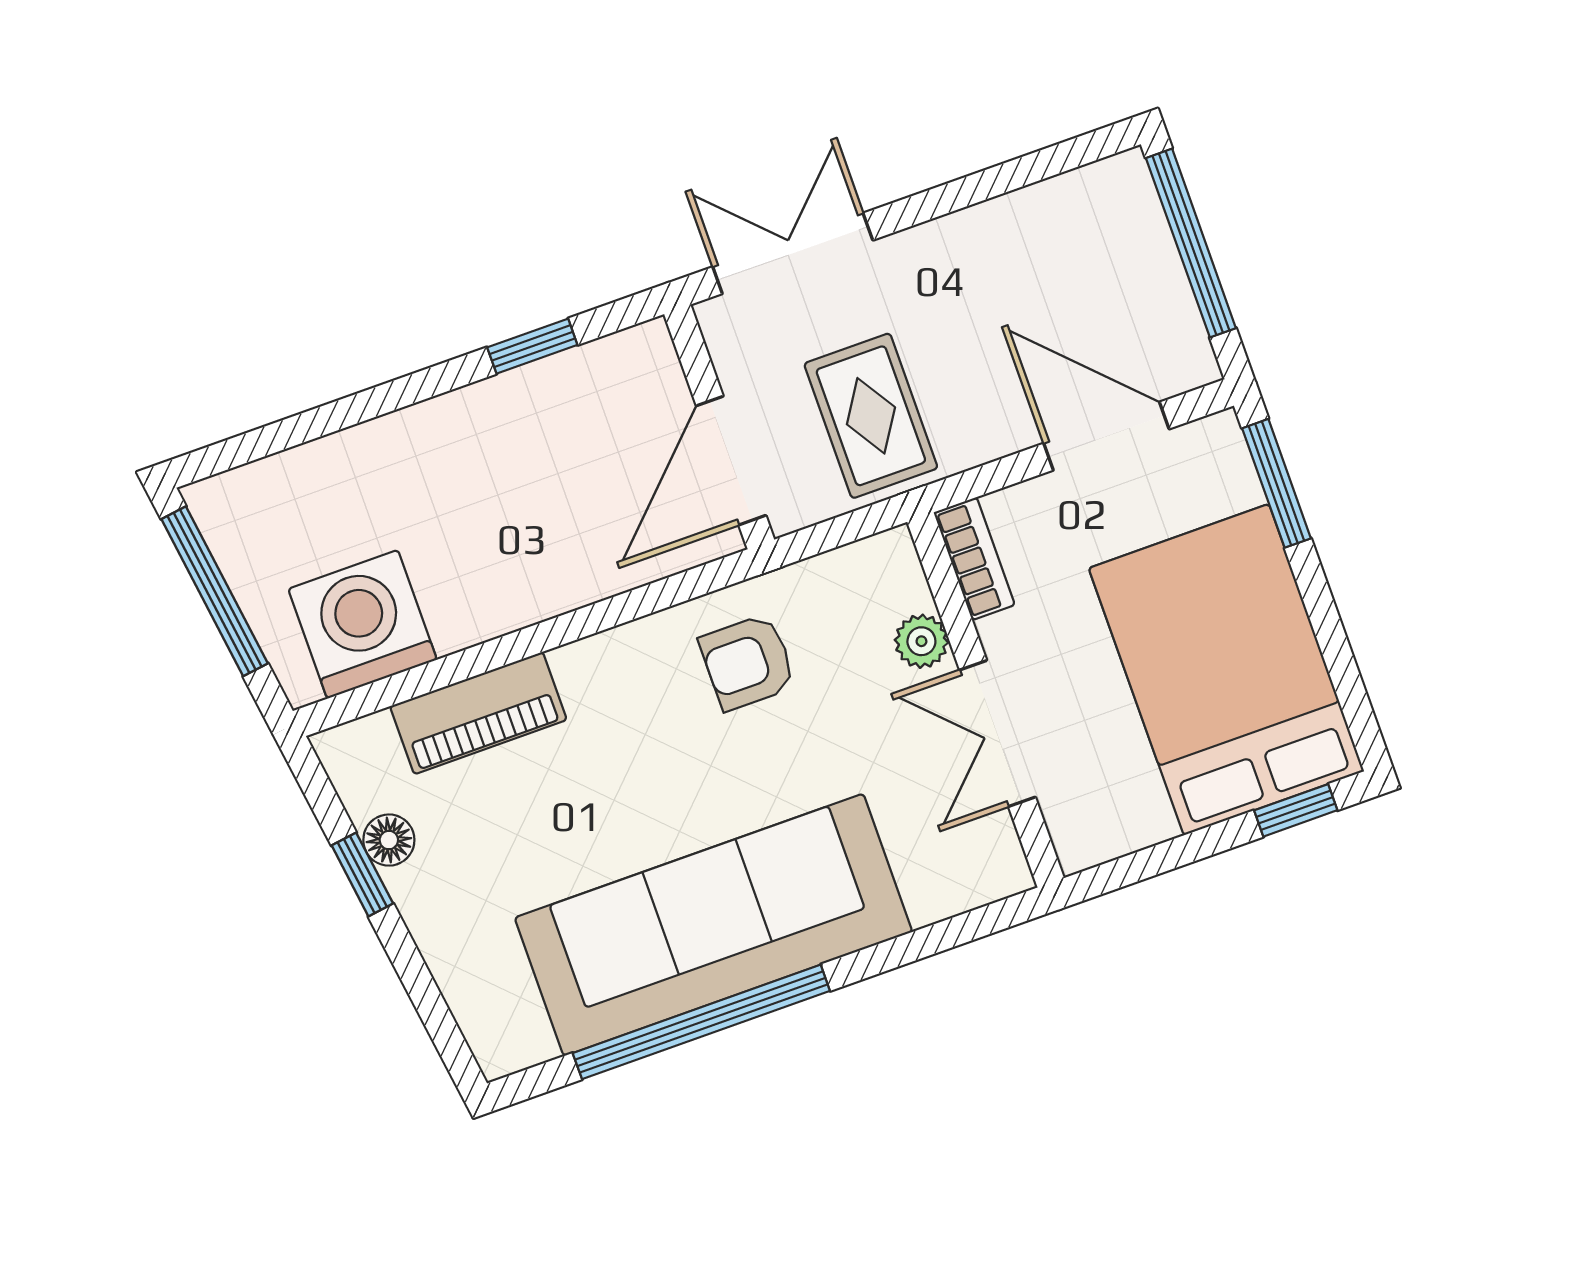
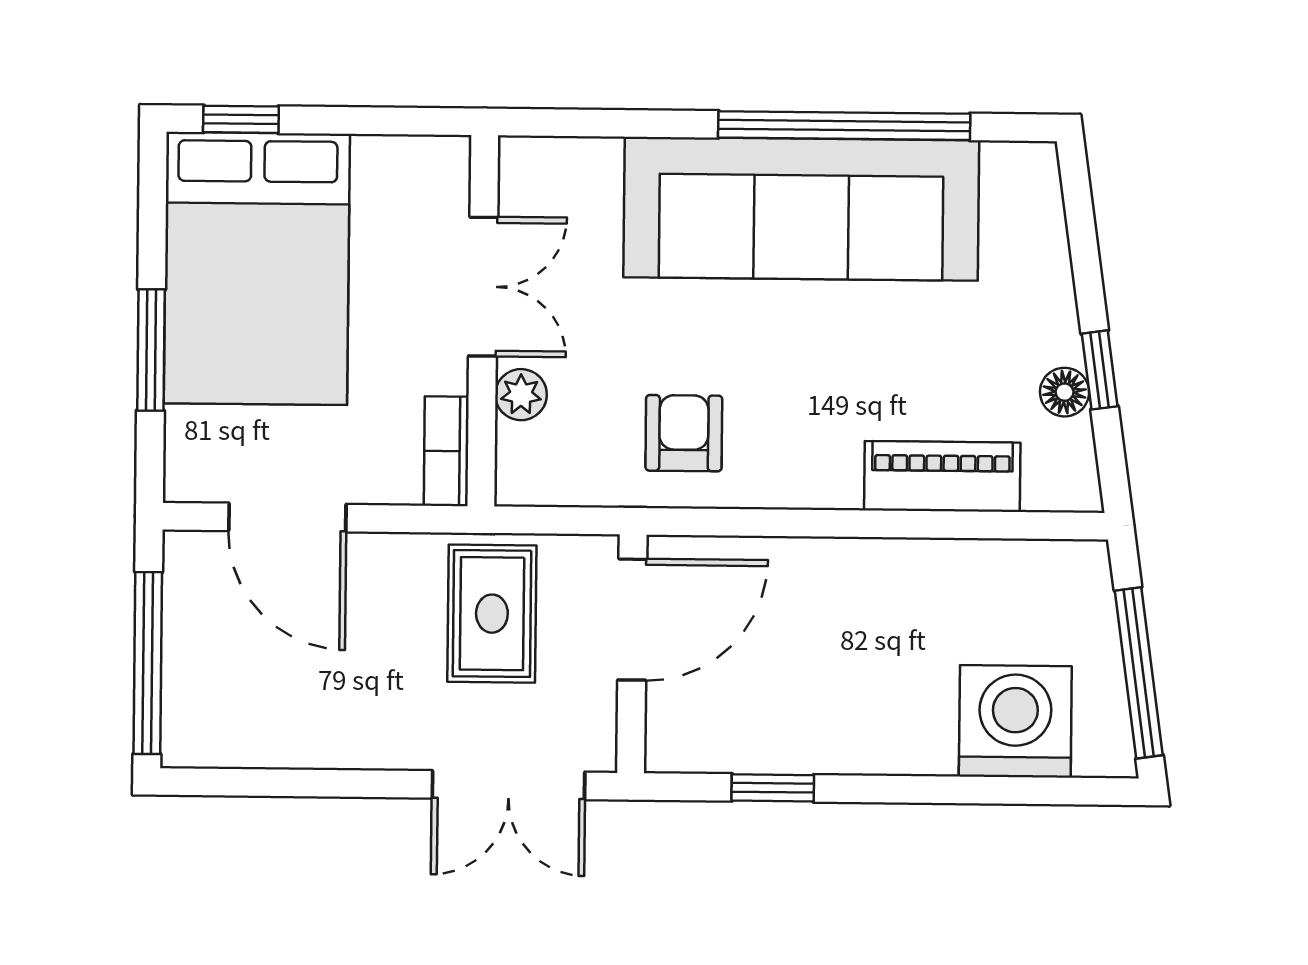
window: (1276, 483) -> (151, 350), moved
washing machine: (363, 624) -> (1015, 721), moved, turned 180
armchair: (748, 662) -> (684, 433), turned -90

